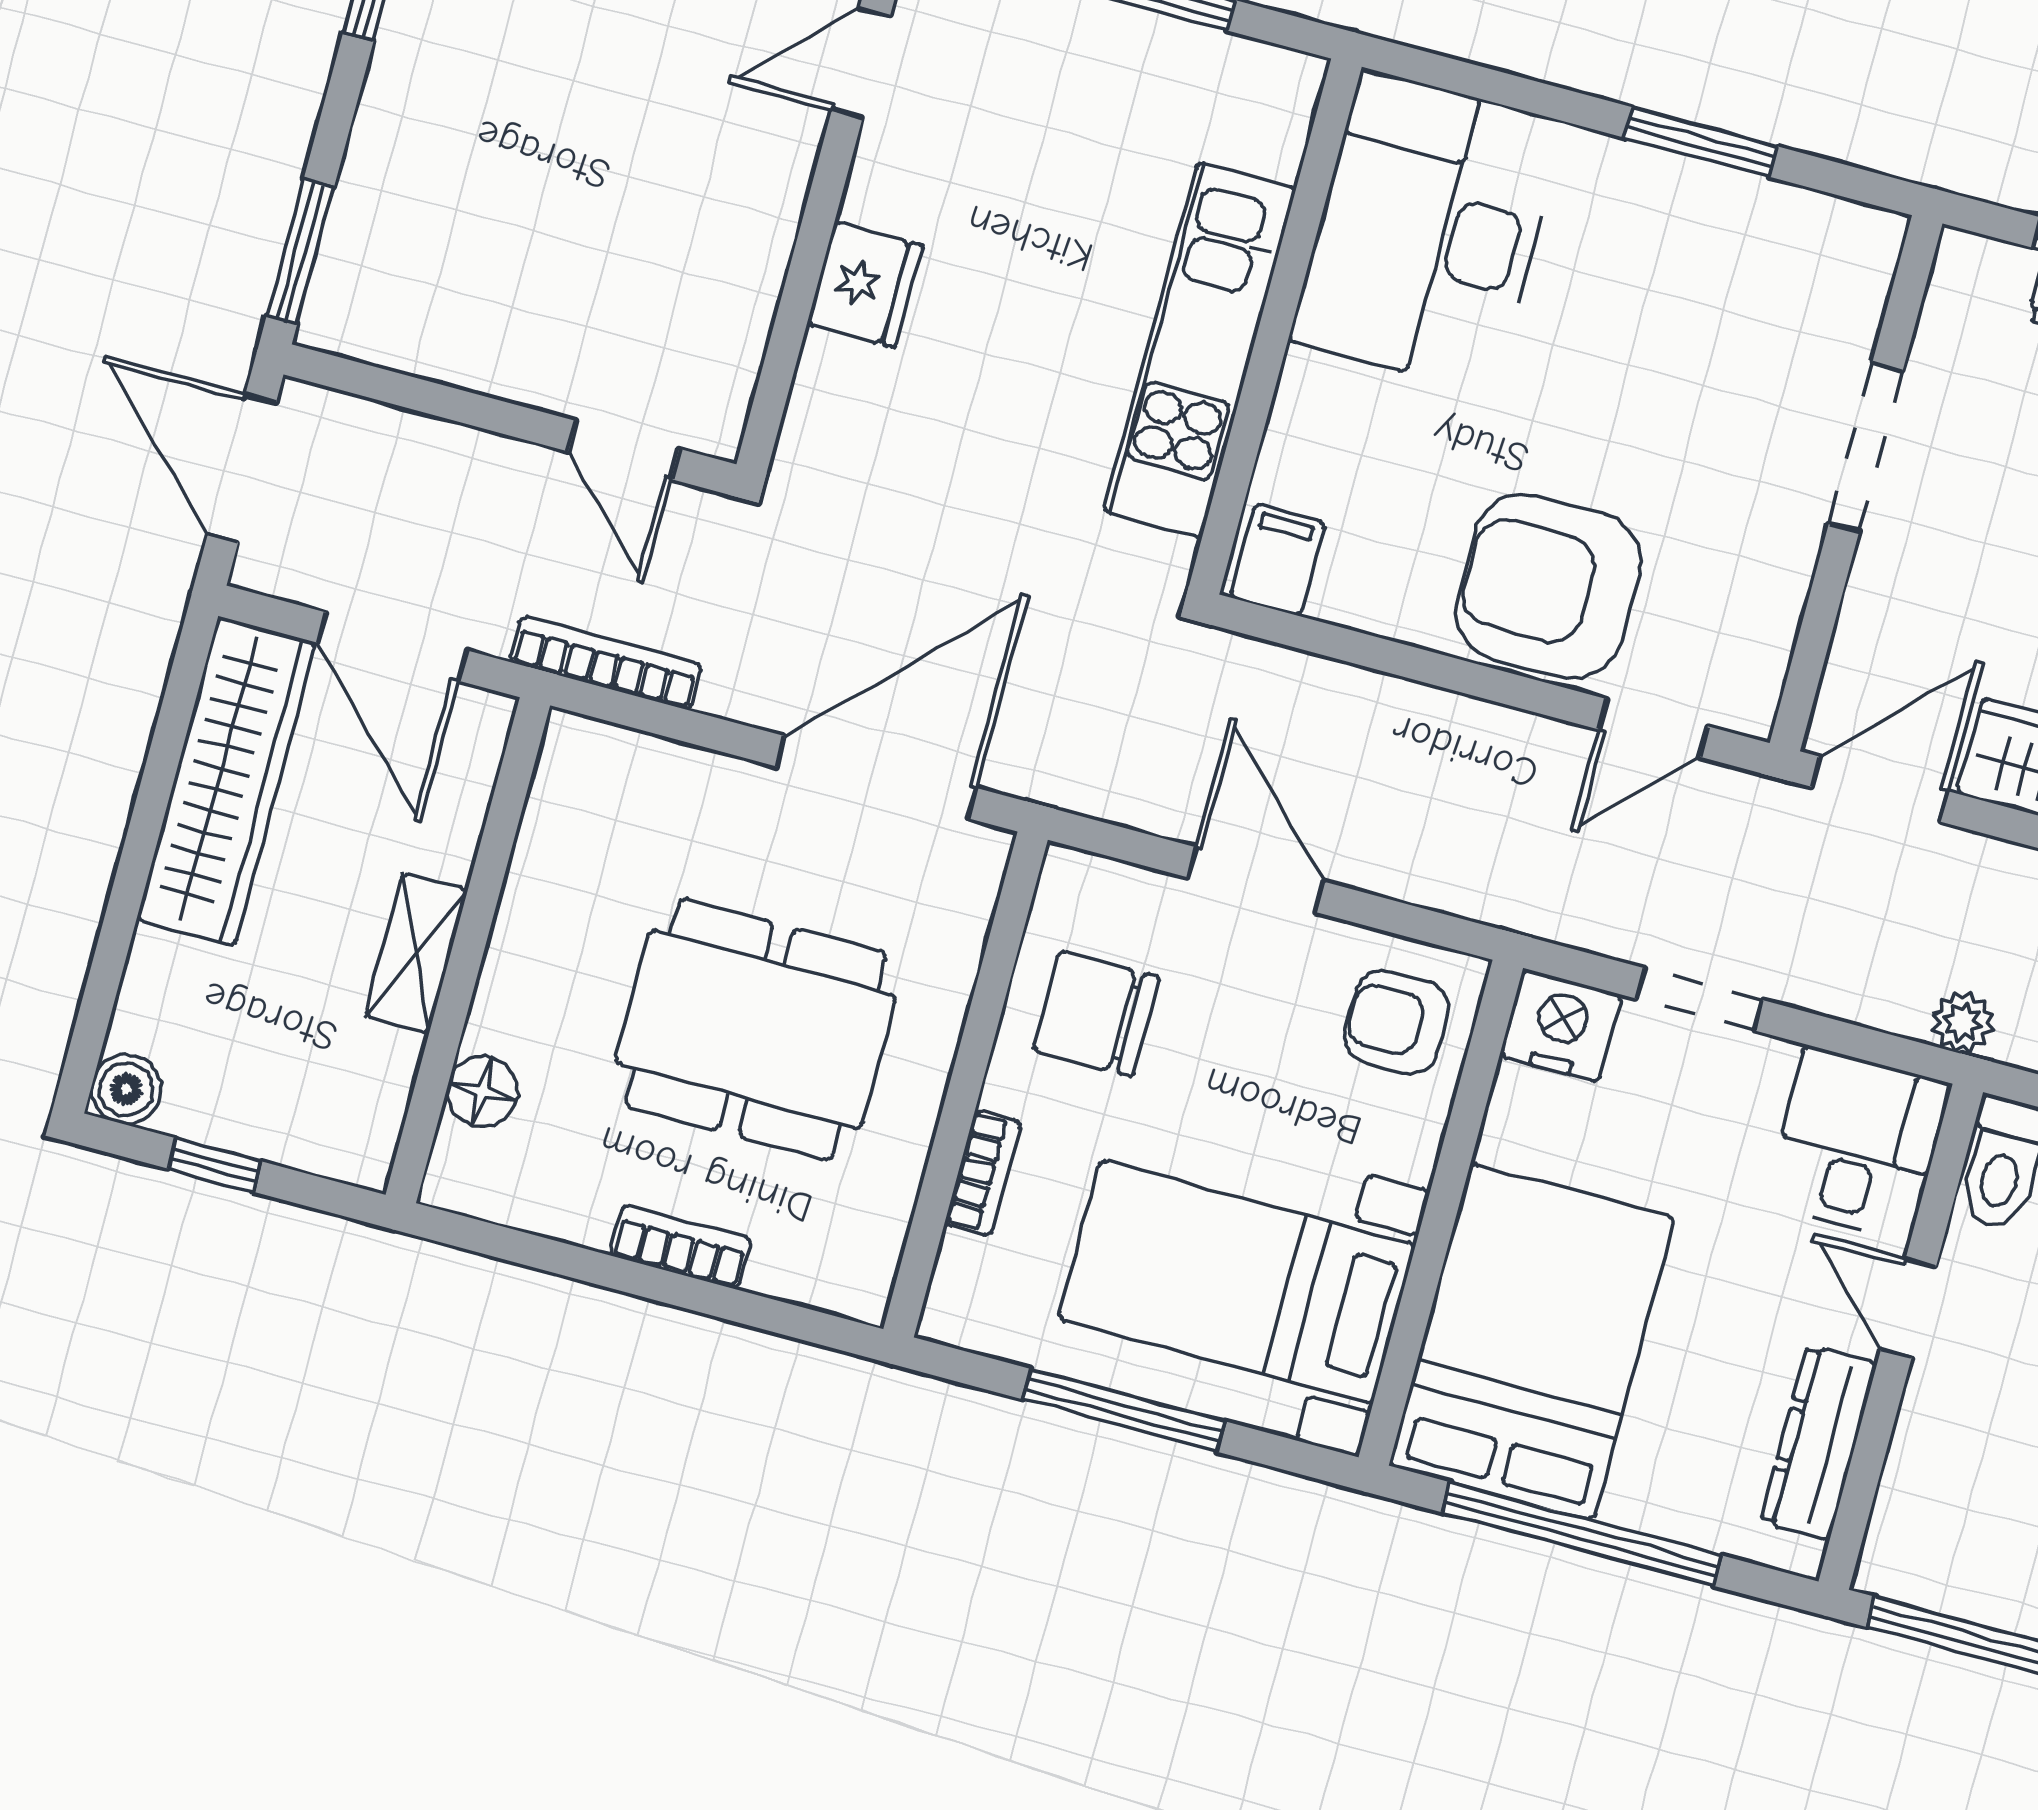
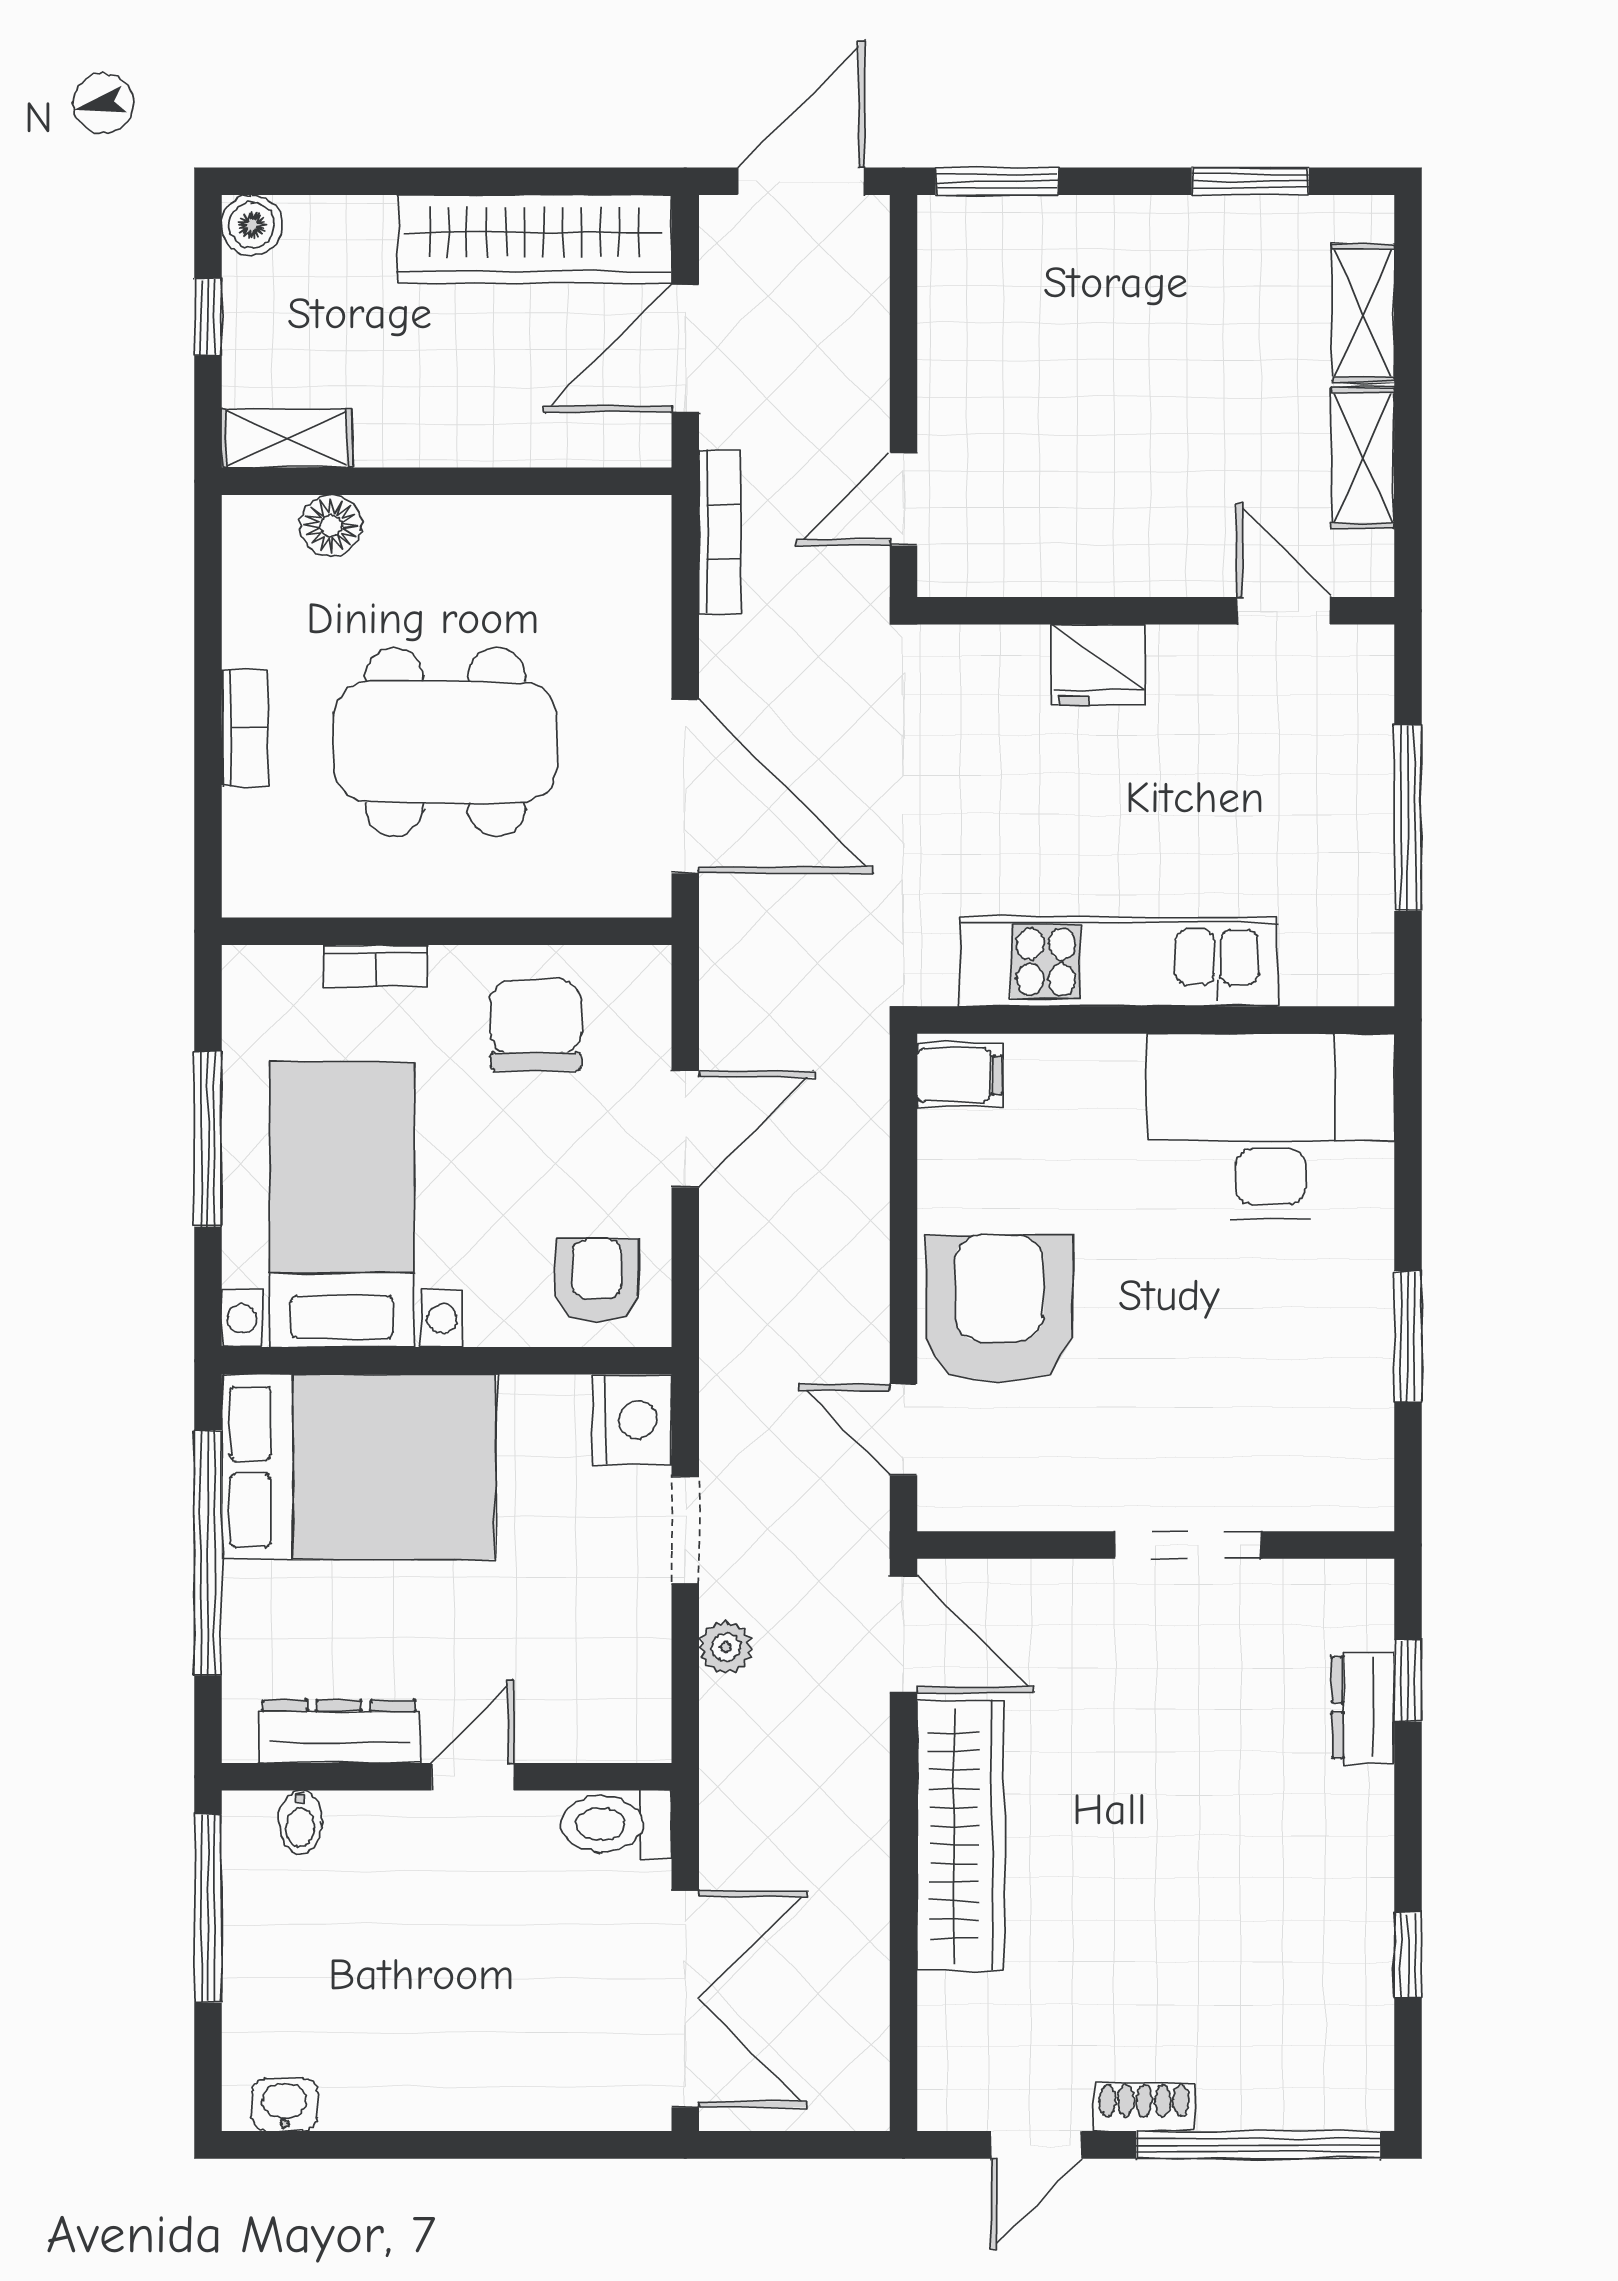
shelving: (416, 953) -> (287, 438), moved
plant: (1963, 1022) -> (726, 1647), moved
dining table: (756, 1029) -> (445, 742), turned 90
desk: (1858, 1143) -> (600, 1696), removed
bidet: (1908, 1512) -> (300, 1822), added

